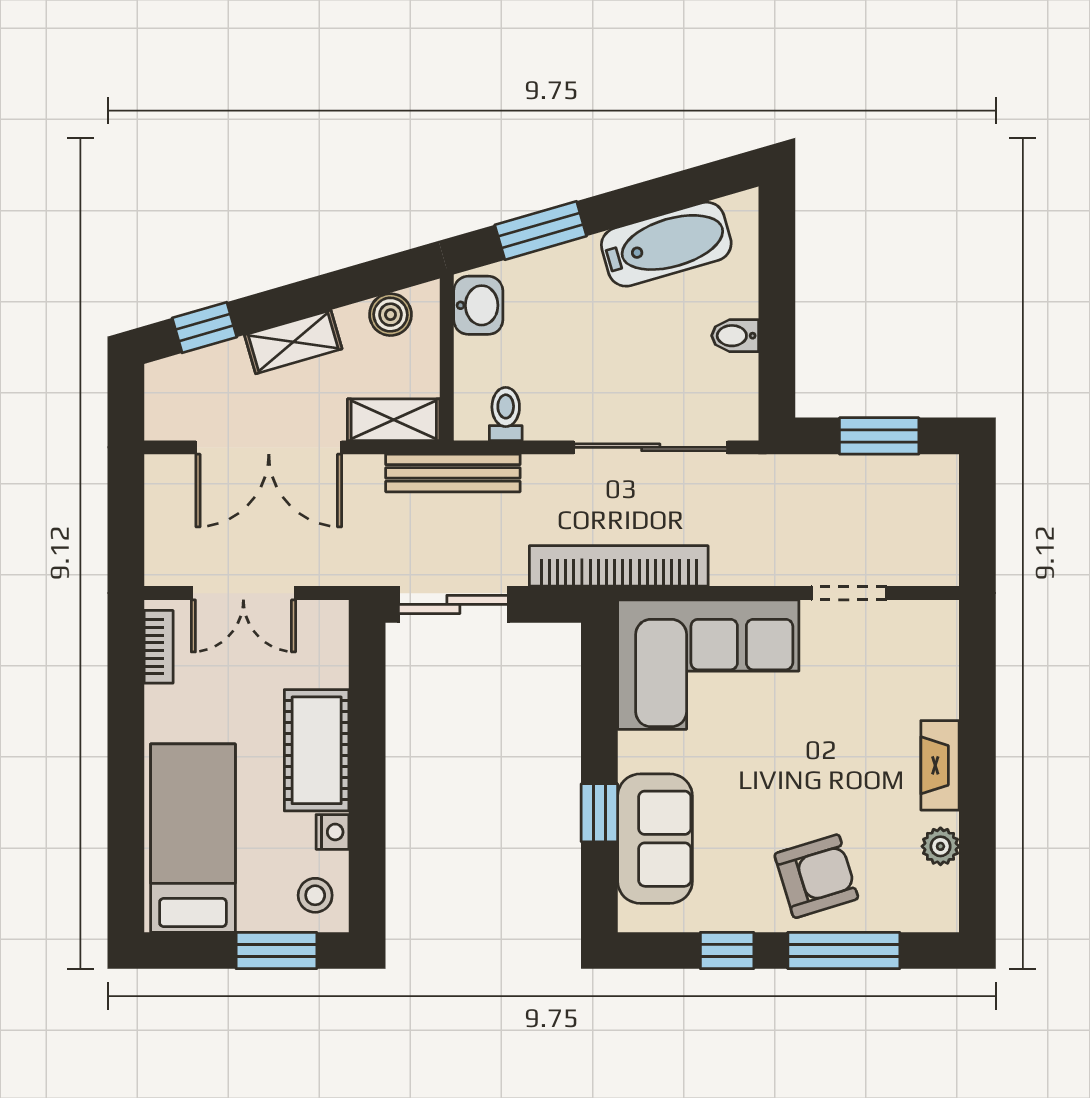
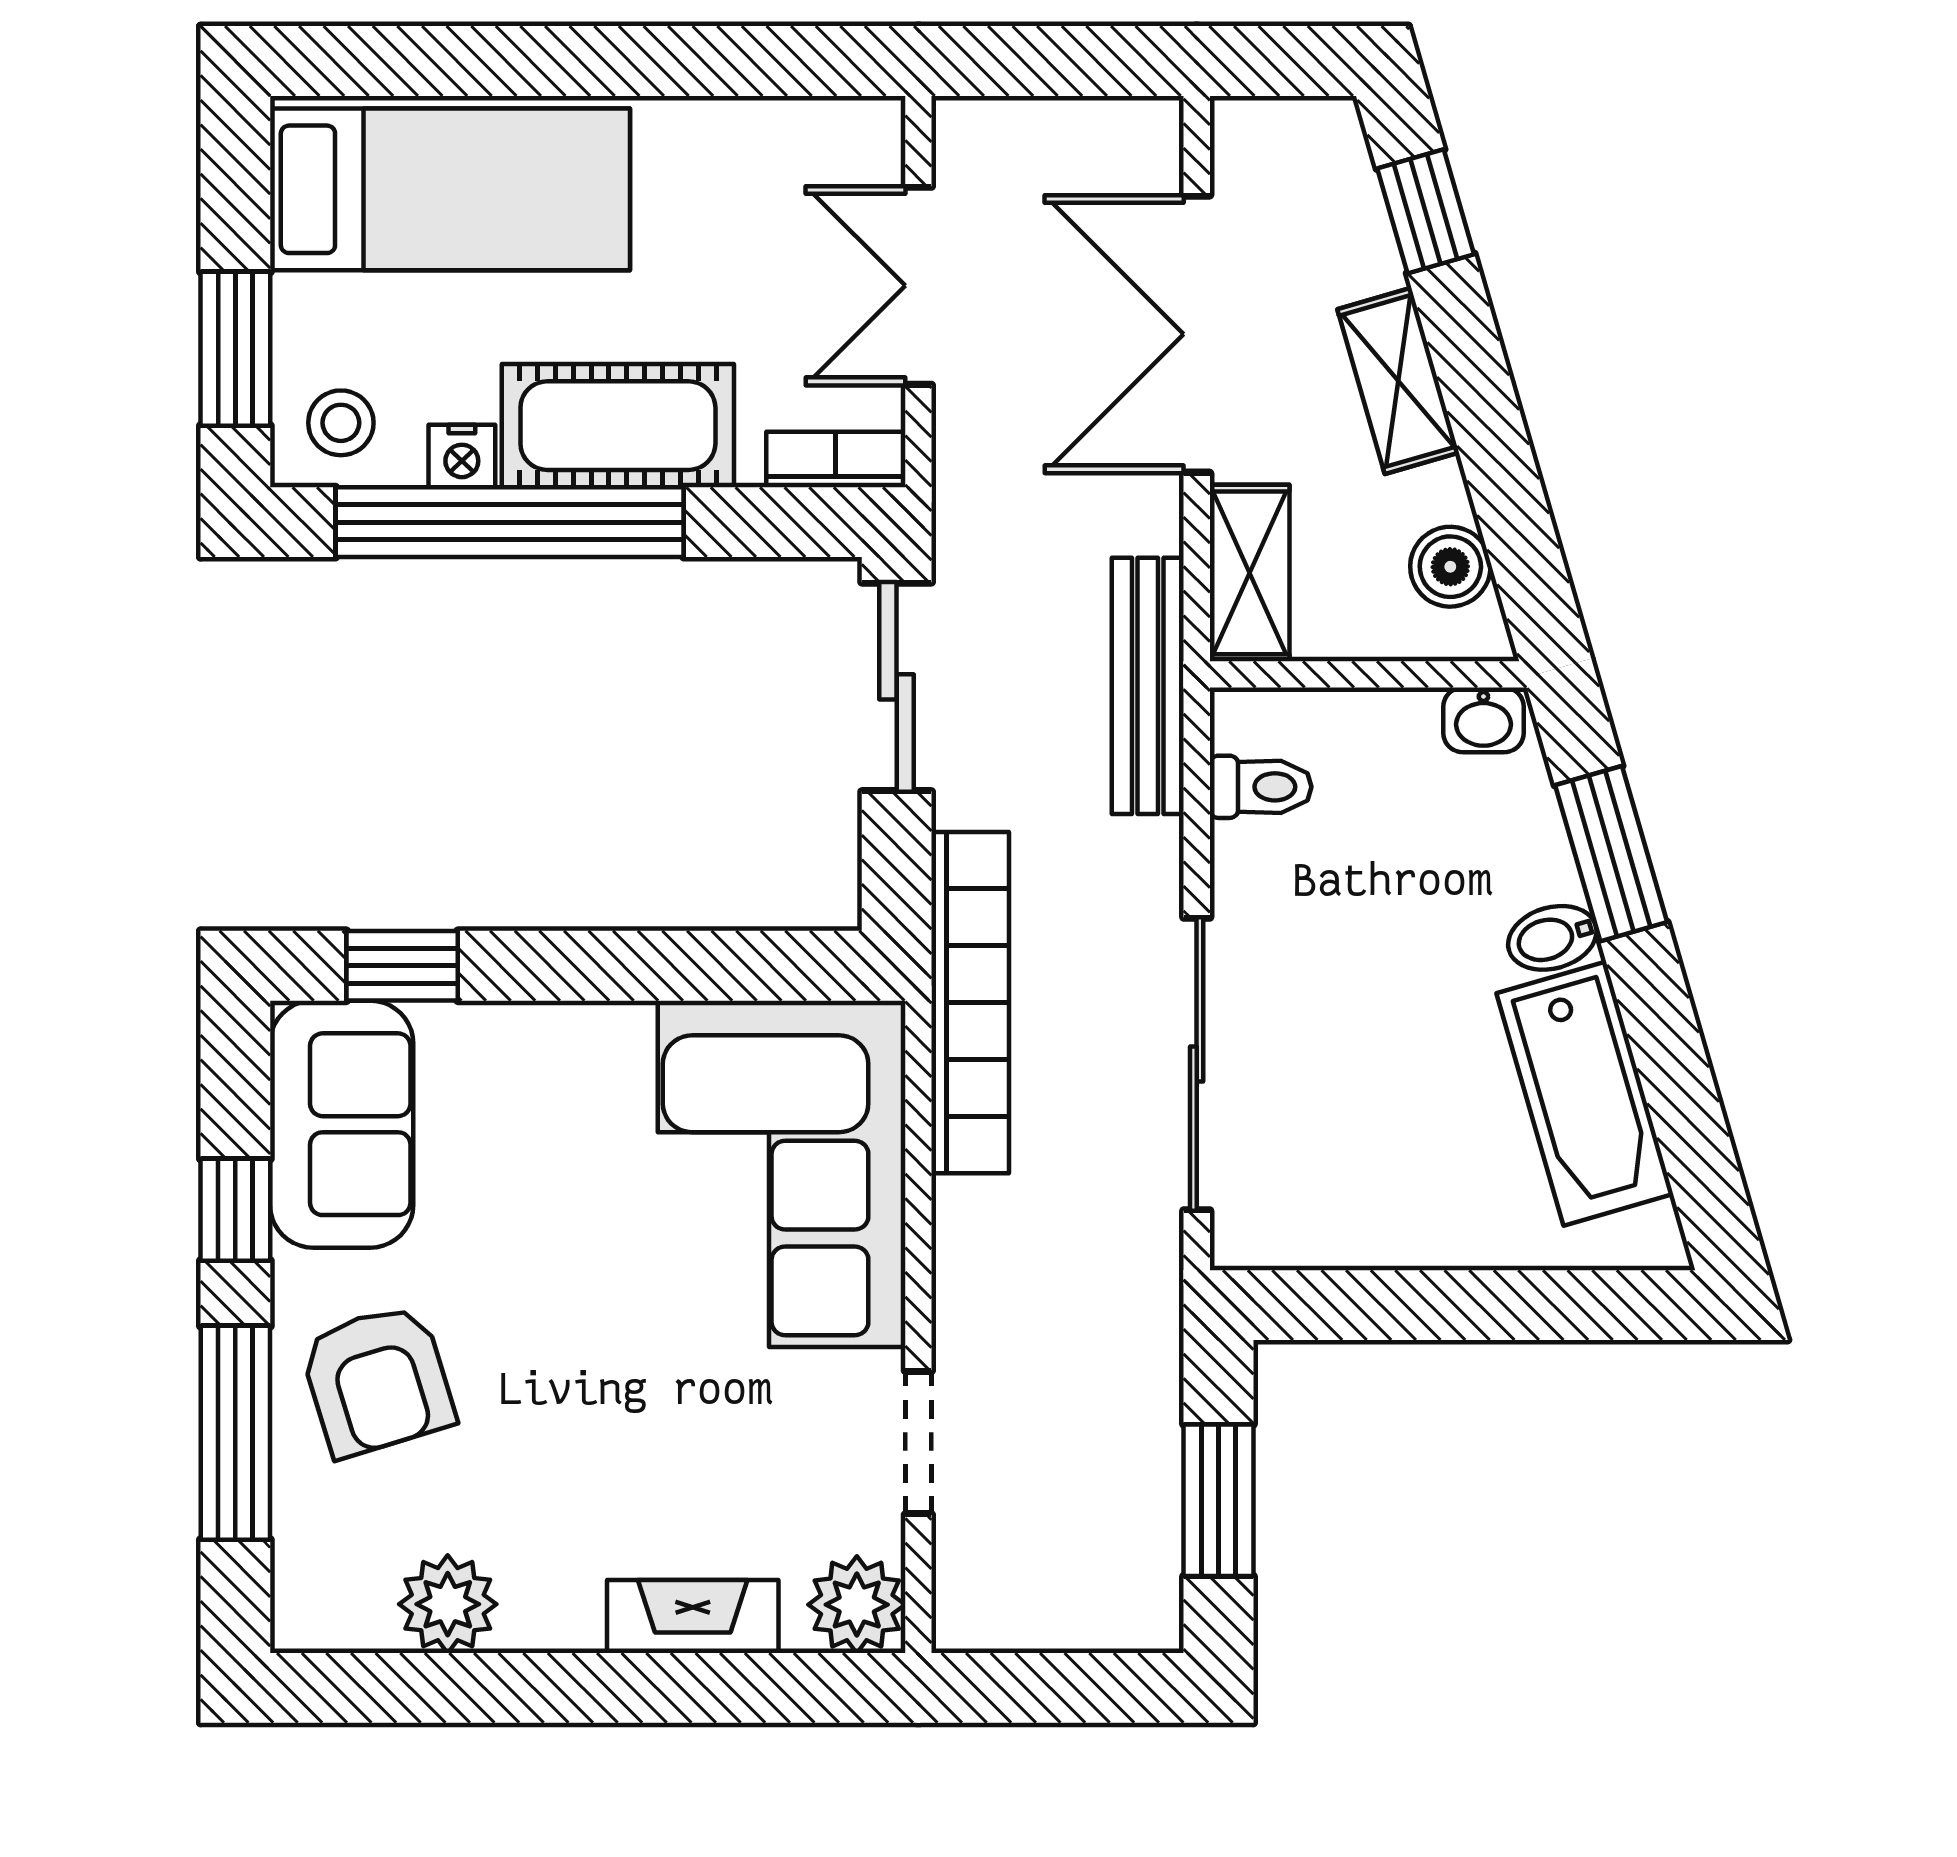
washbasin: (478, 305) -> (1483, 720), width x0.72, depth x0.69
bidet: (735, 336) -> (1552, 938), moved, turned -106
plant: (934, 625) -> (857, 1605), added
bookcase: (159, 647) -> (836, 459), moved, turned 180
fireplace: (940, 765) -> (693, 1617), moved
window: (367, 807) -> (510, 522), added
window: (599, 813) -> (402, 966), moved
sofa: (655, 839) -> (342, 1124), moved, turned -90
plant: (940, 846) -> (448, 1604), width x1.38, depth x1.38

